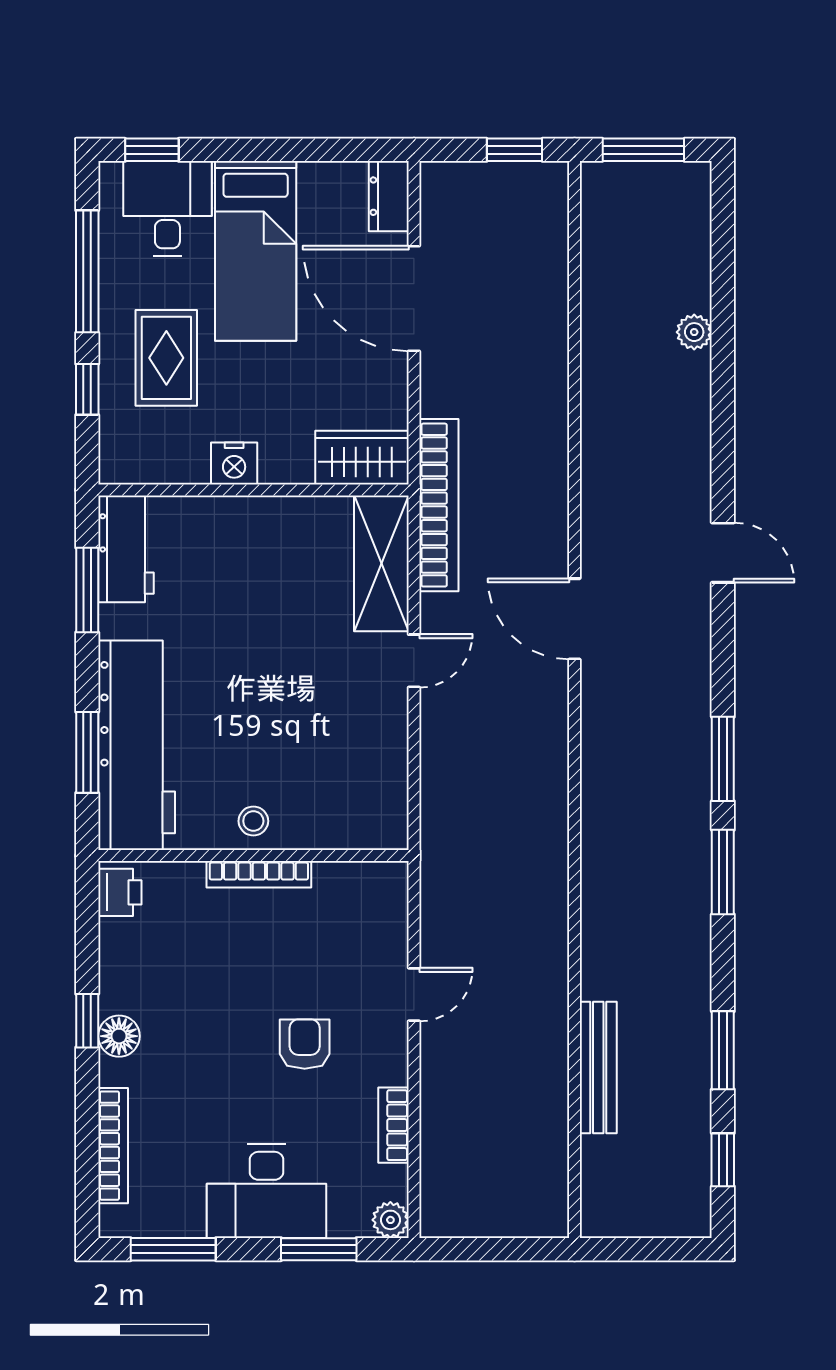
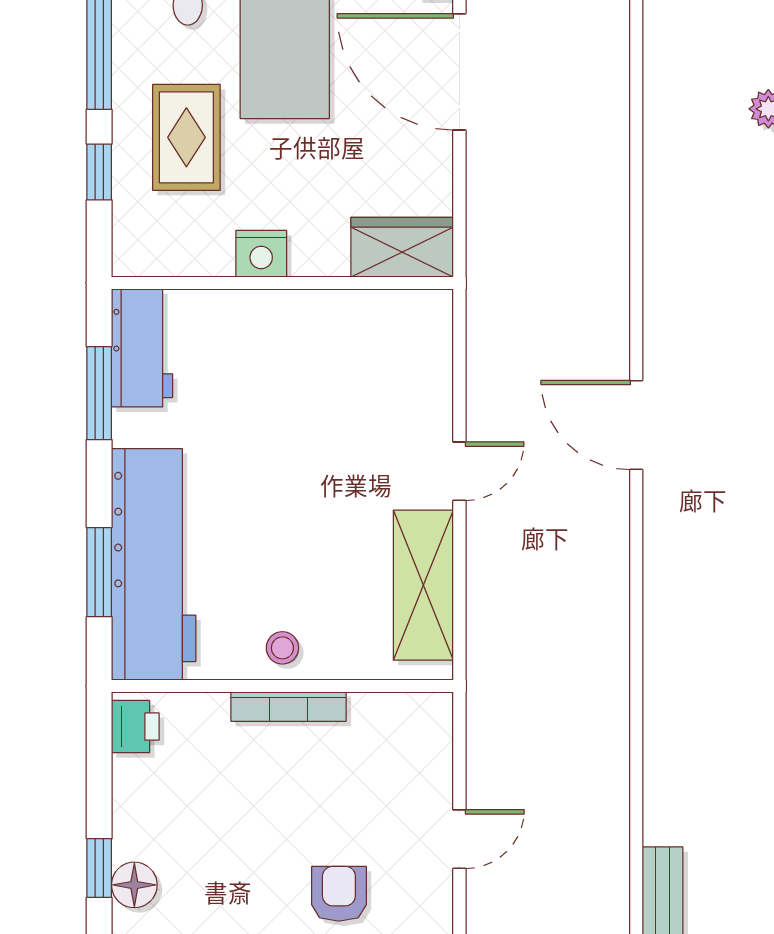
bookcase: (439, 505) -> (487, 300), removed
shelving: (381, 563) -> (423, 585), moved

